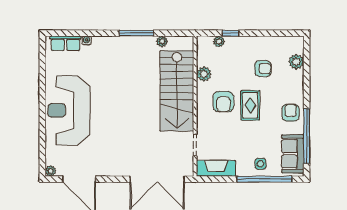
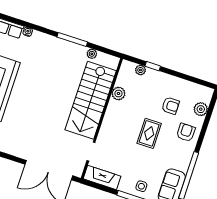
armchair: (223, 102) -> (127, 123), removed
armchair: (291, 113) -> (186, 132), moved

